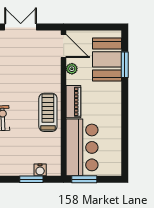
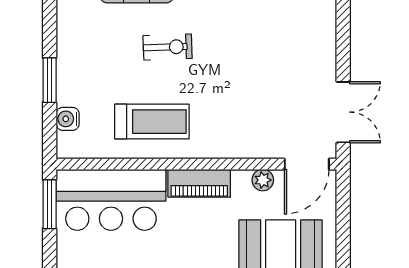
double door: (21, 27) -> (343, 112), moved
treadmill: (48, 112) -> (152, 122), moved
window: (31, 179) -> (50, 80), moved

